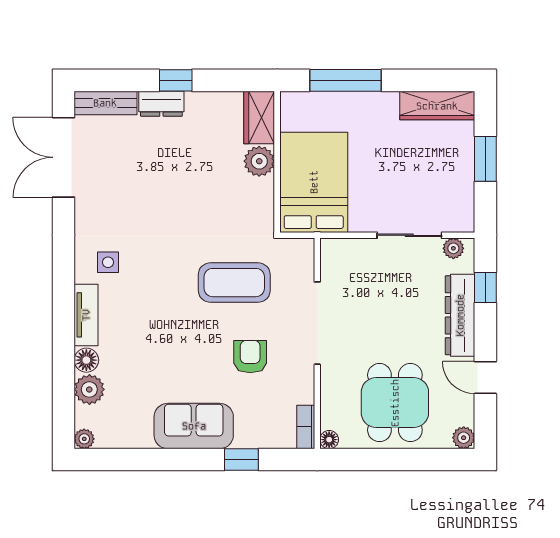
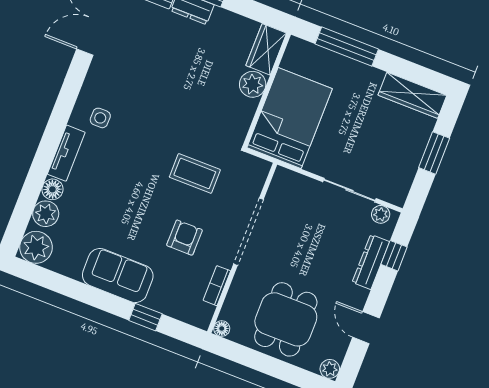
coffee table: (234, 283) -> (195, 173), width x0.73, depth x0.76
dresser: (460, 315) -> (371, 262), width x0.73, depth x0.80
bookcase: (306, 427) -> (217, 286), moved
plant: (84, 439) -> (36, 247), width x1.88, depth x1.88

